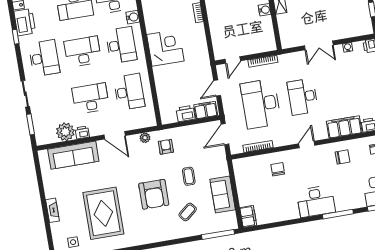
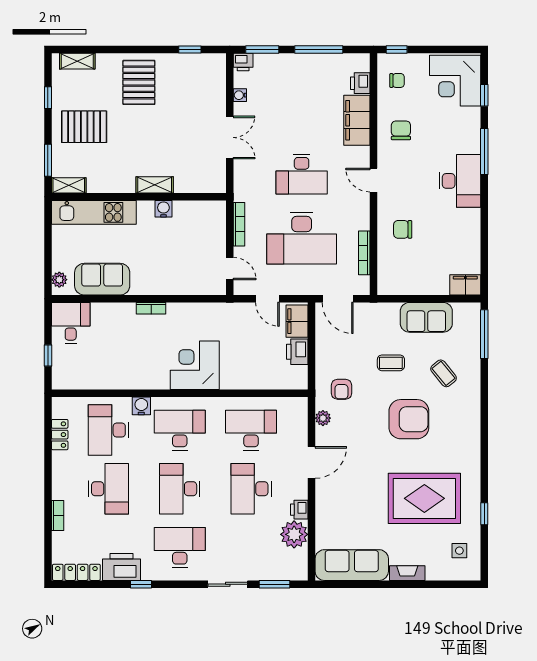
armchair: (166, 147) -> (341, 389), turned -90
sofa: (73, 155) -> (352, 565), moved, turned -90

